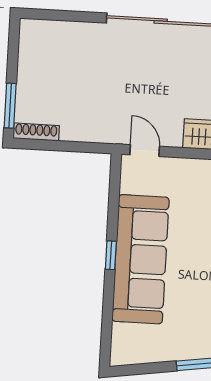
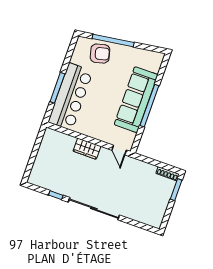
window: (111, 255) -> (149, 106), width x3.17

